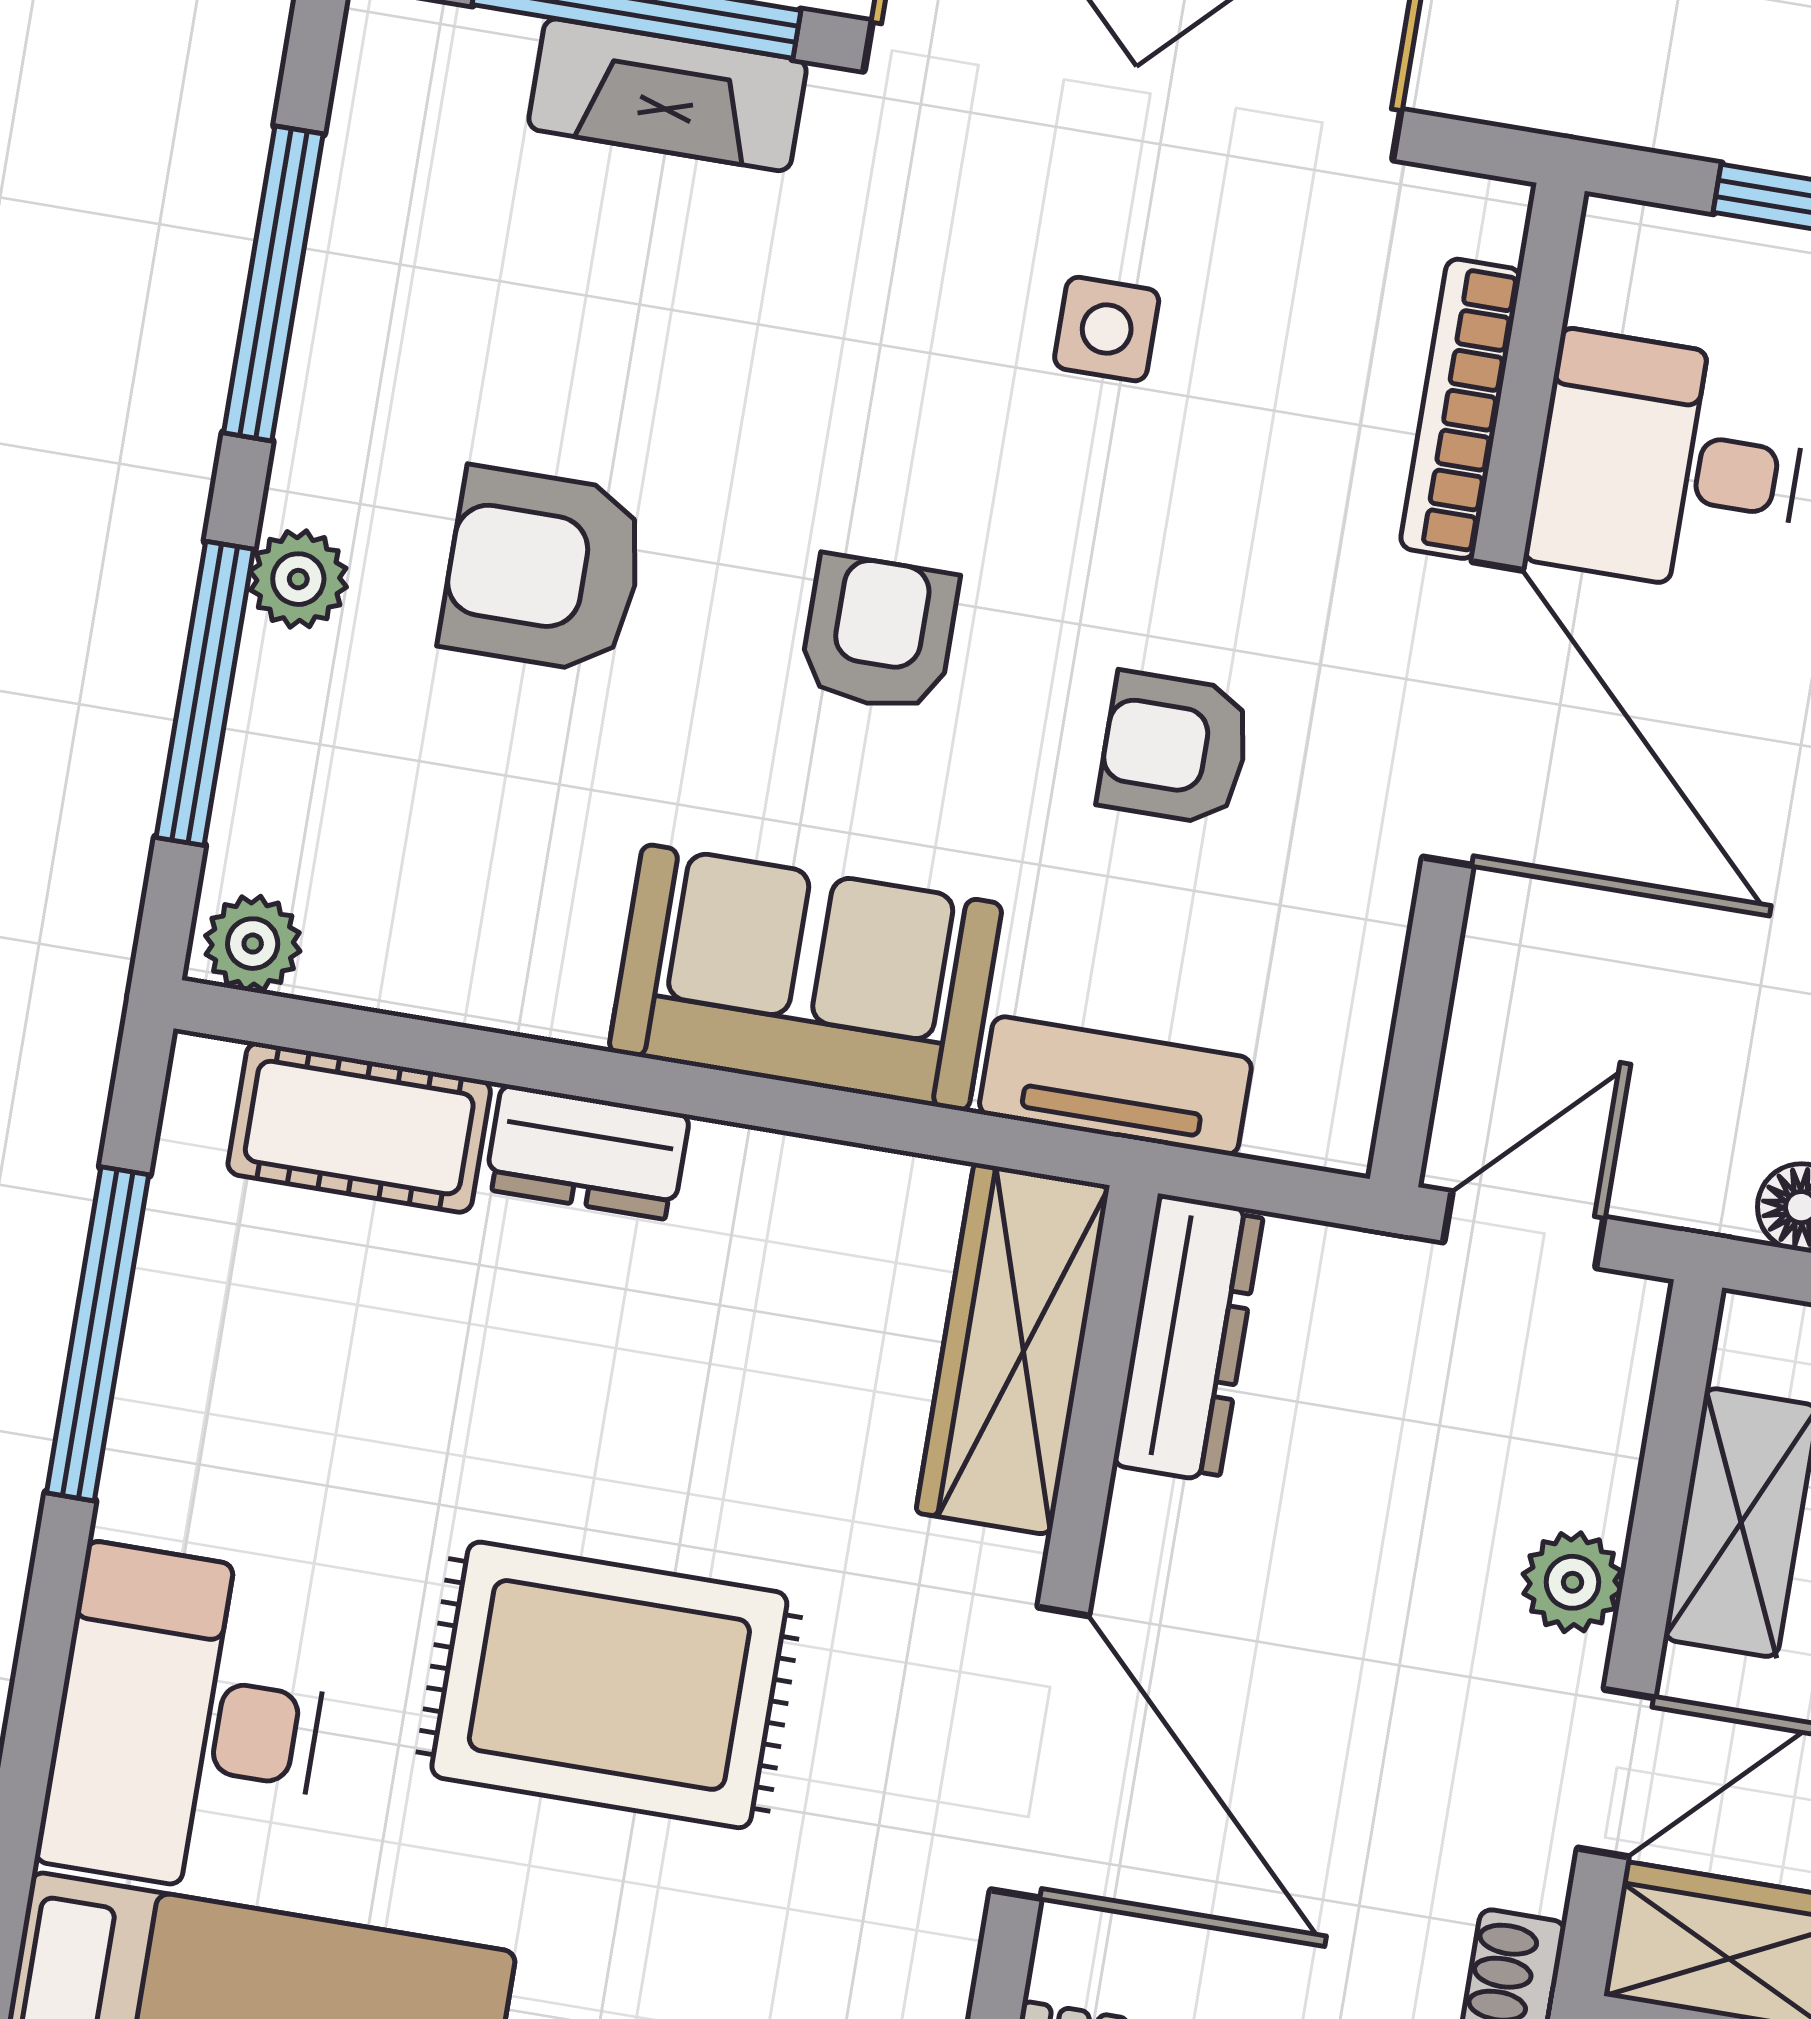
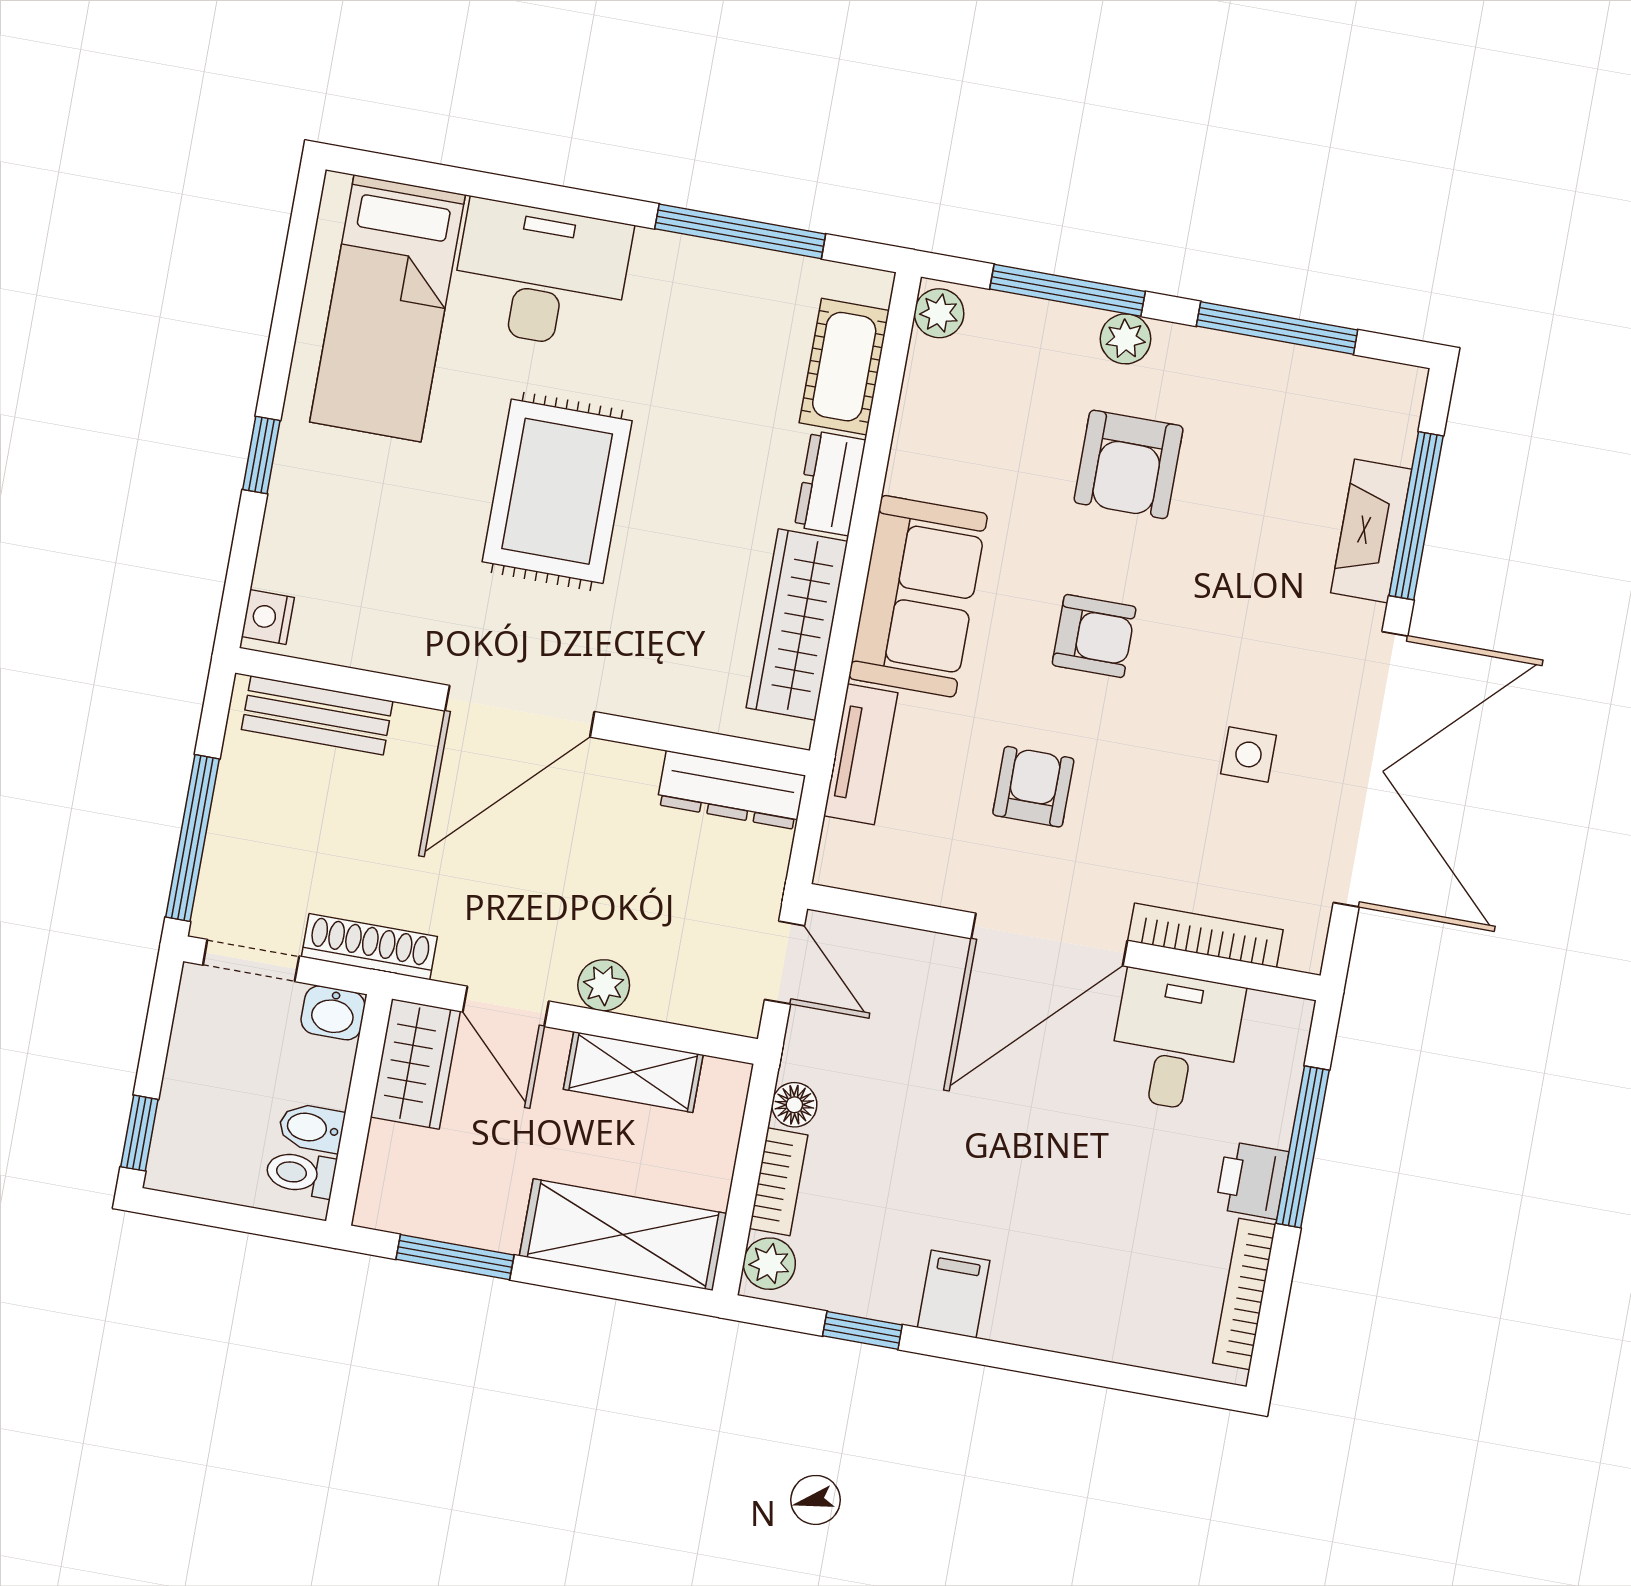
armchair: (543, 570) -> (1129, 464), turned 180
wardrobe: (1013, 1349) -> (797, 625), moved, turned -90

